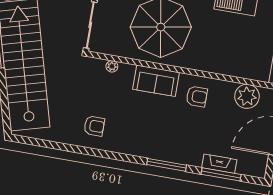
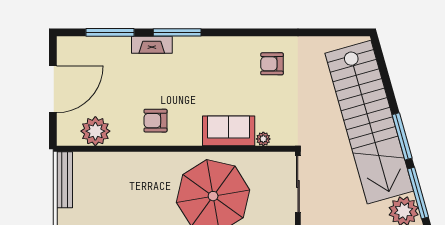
sofa: (156, 81) -> (229, 131), moved
fireplace: (219, 164) -> (152, 45), moved

